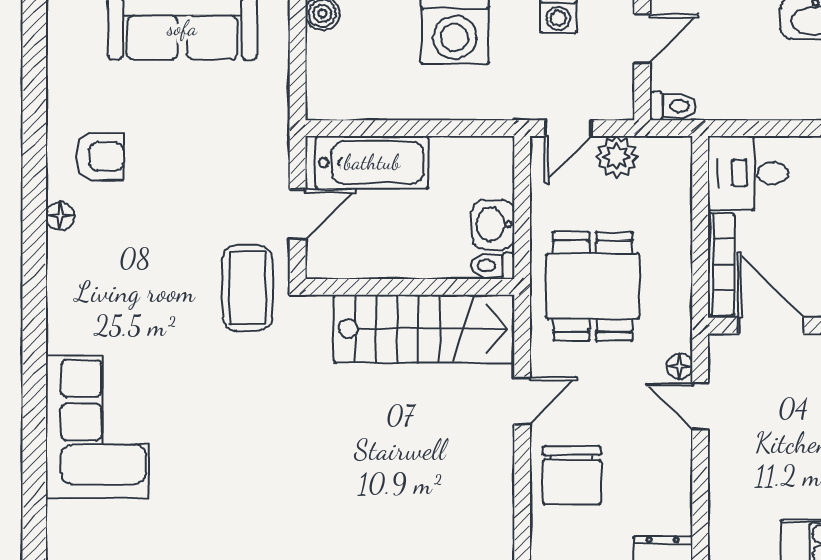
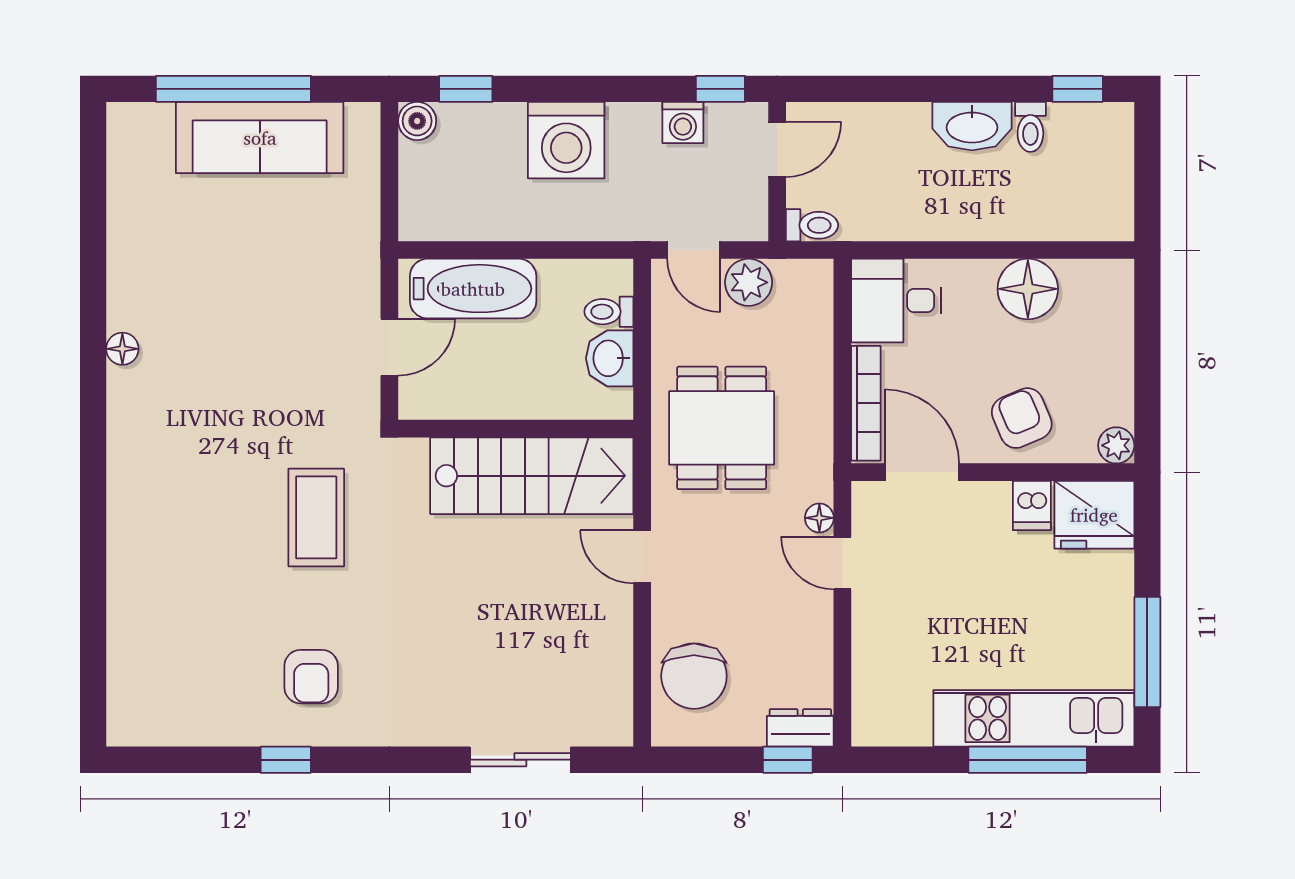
door: (568, 128) -> (694, 250), hinge flipped
armchair: (100, 157) -> (311, 677), moved, turned 90
toilet: (493, 266) -> (609, 312), moved
coffee table: (247, 288) -> (316, 517), moved
door: (522, 401) -> (642, 557), swing flipped
corner sofa: (97, 427) -> (164, 586), removed
chair: (572, 475) -> (694, 676), moved

